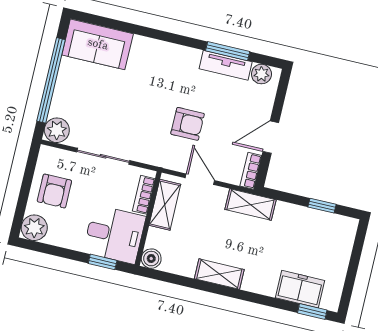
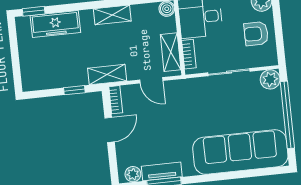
sofa: (98, 44) -> (240, 152), width x1.85, depth x1.27
armchair: (188, 124) -> (175, 118), removed
armchair: (54, 191) -> (256, 34), turned -90
window: (322, 206) -> (74, 90), moved
freezer: (300, 289) -> (55, 24), width x1.40

